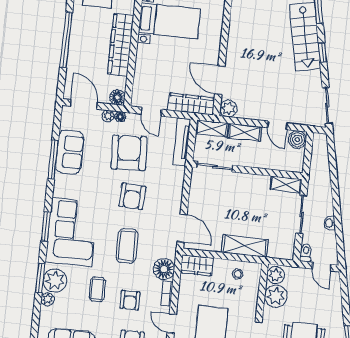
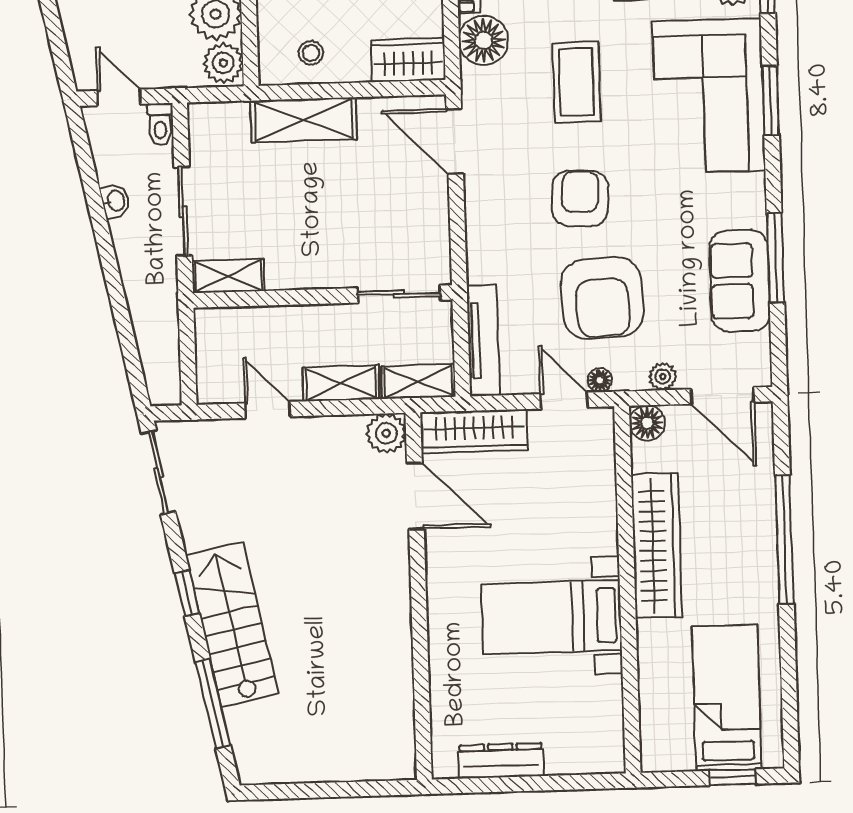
floor lamp: (120, 117) -> (600, 380), moved
boiler: (297, 140) -> (217, 383), removed

